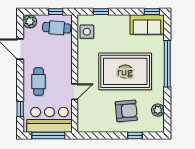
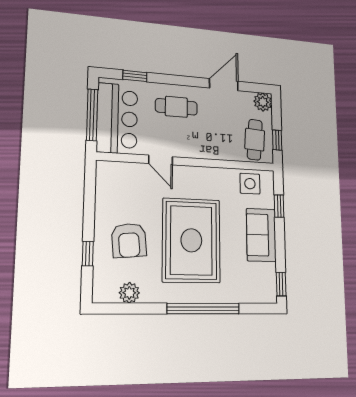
sofa: (147, 25) -> (261, 235), moved

